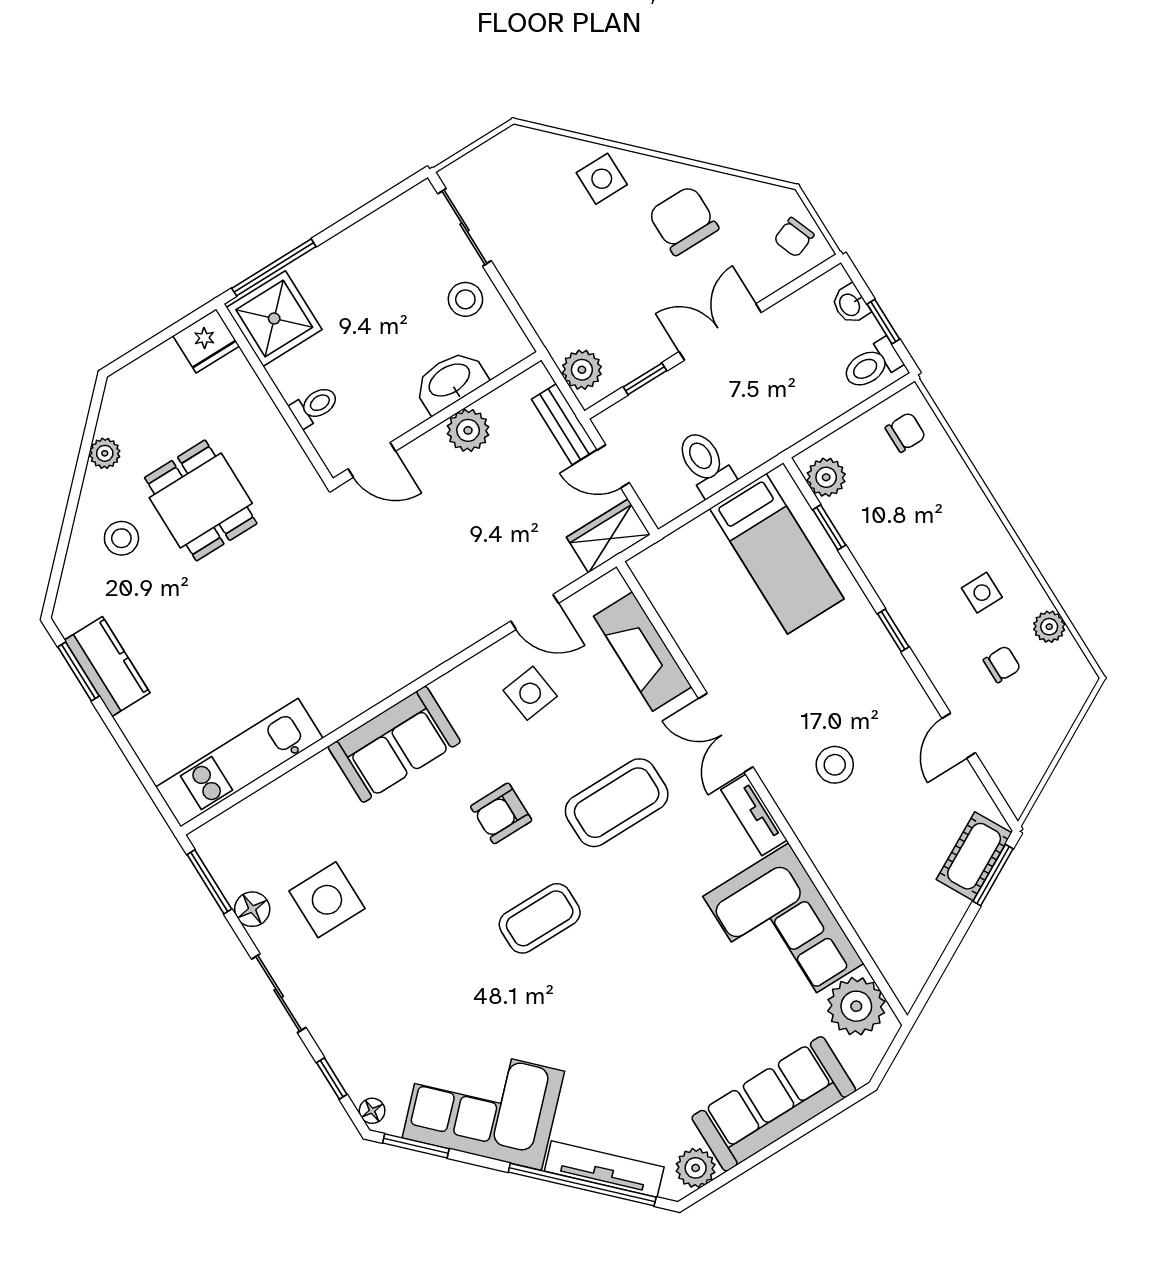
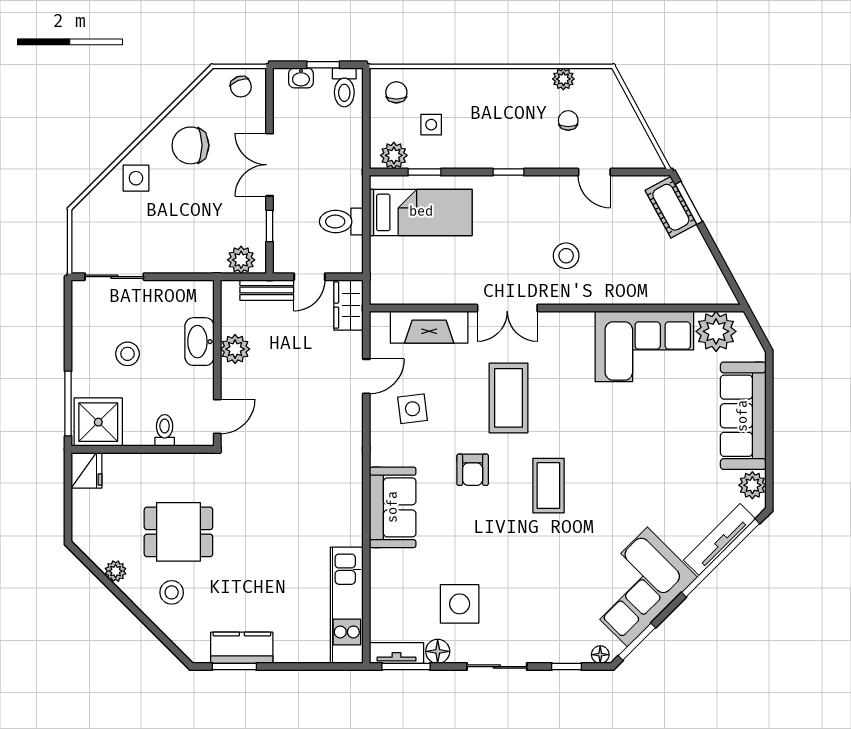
stool: (465, 299) -> (127, 354), moved
side table: (982, 593) -> (431, 125), moved
tv unit: (754, 815) -> (397, 653), moved, turned 180

